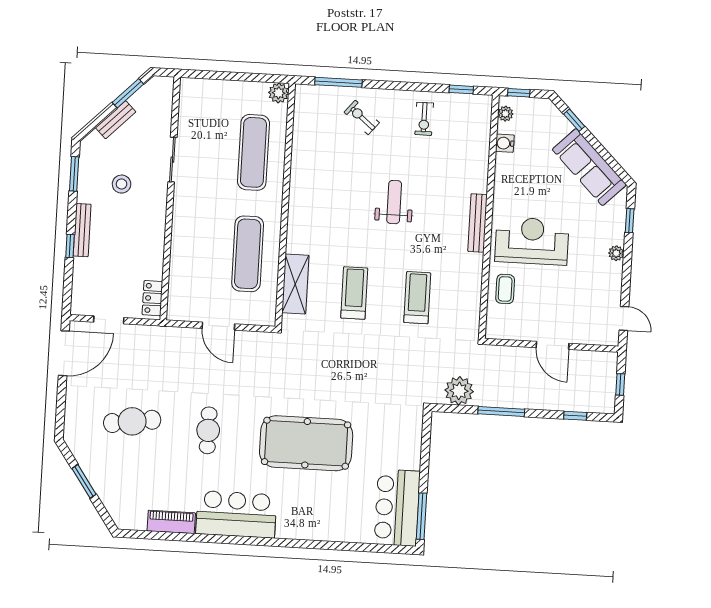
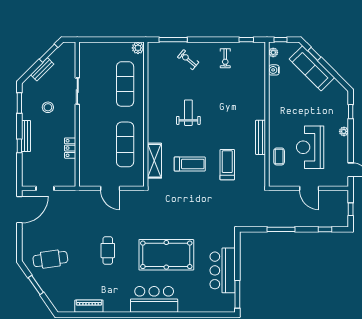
sofa: (589, 167) -> (312, 68), moved
weight bench: (394, 202) -> (188, 113), moved
bench: (478, 223) -> (261, 137), moved
reception desk: (532, 241) -> (310, 147), moved, turned -90
treadmill: (354, 293) -> (190, 164), turned 90
locker: (152, 298) -> (70, 148), moved
plant: (459, 391) -> (255, 218), removed
cafe table: (132, 421) -> (50, 259), moved
bar counter: (397, 508) -> (223, 270), moved
bar counter: (236, 514) -> (154, 299), moved

